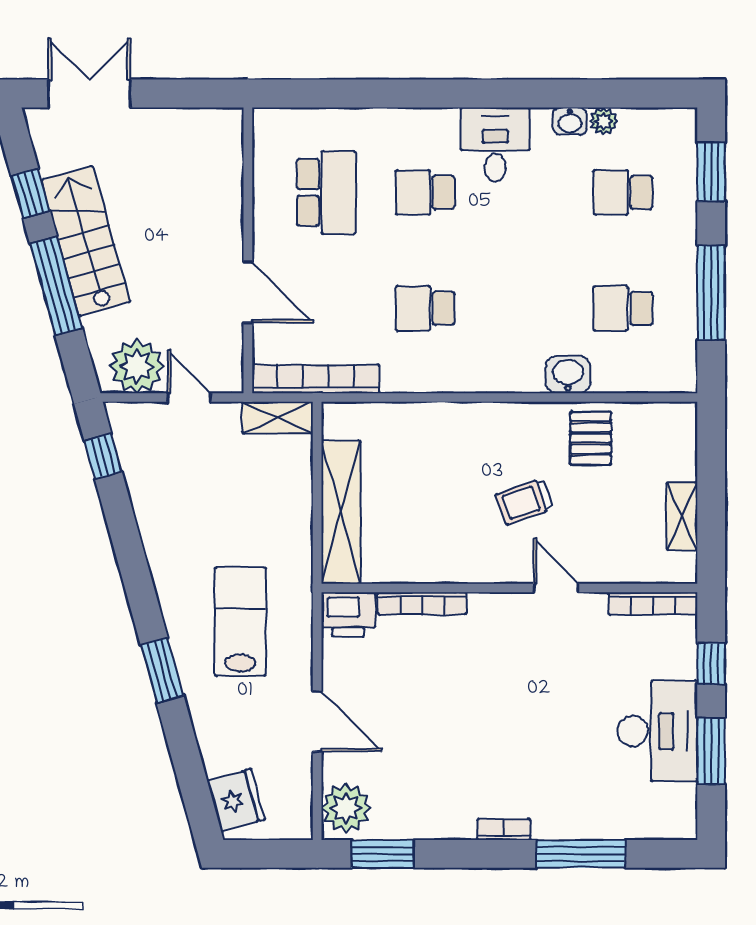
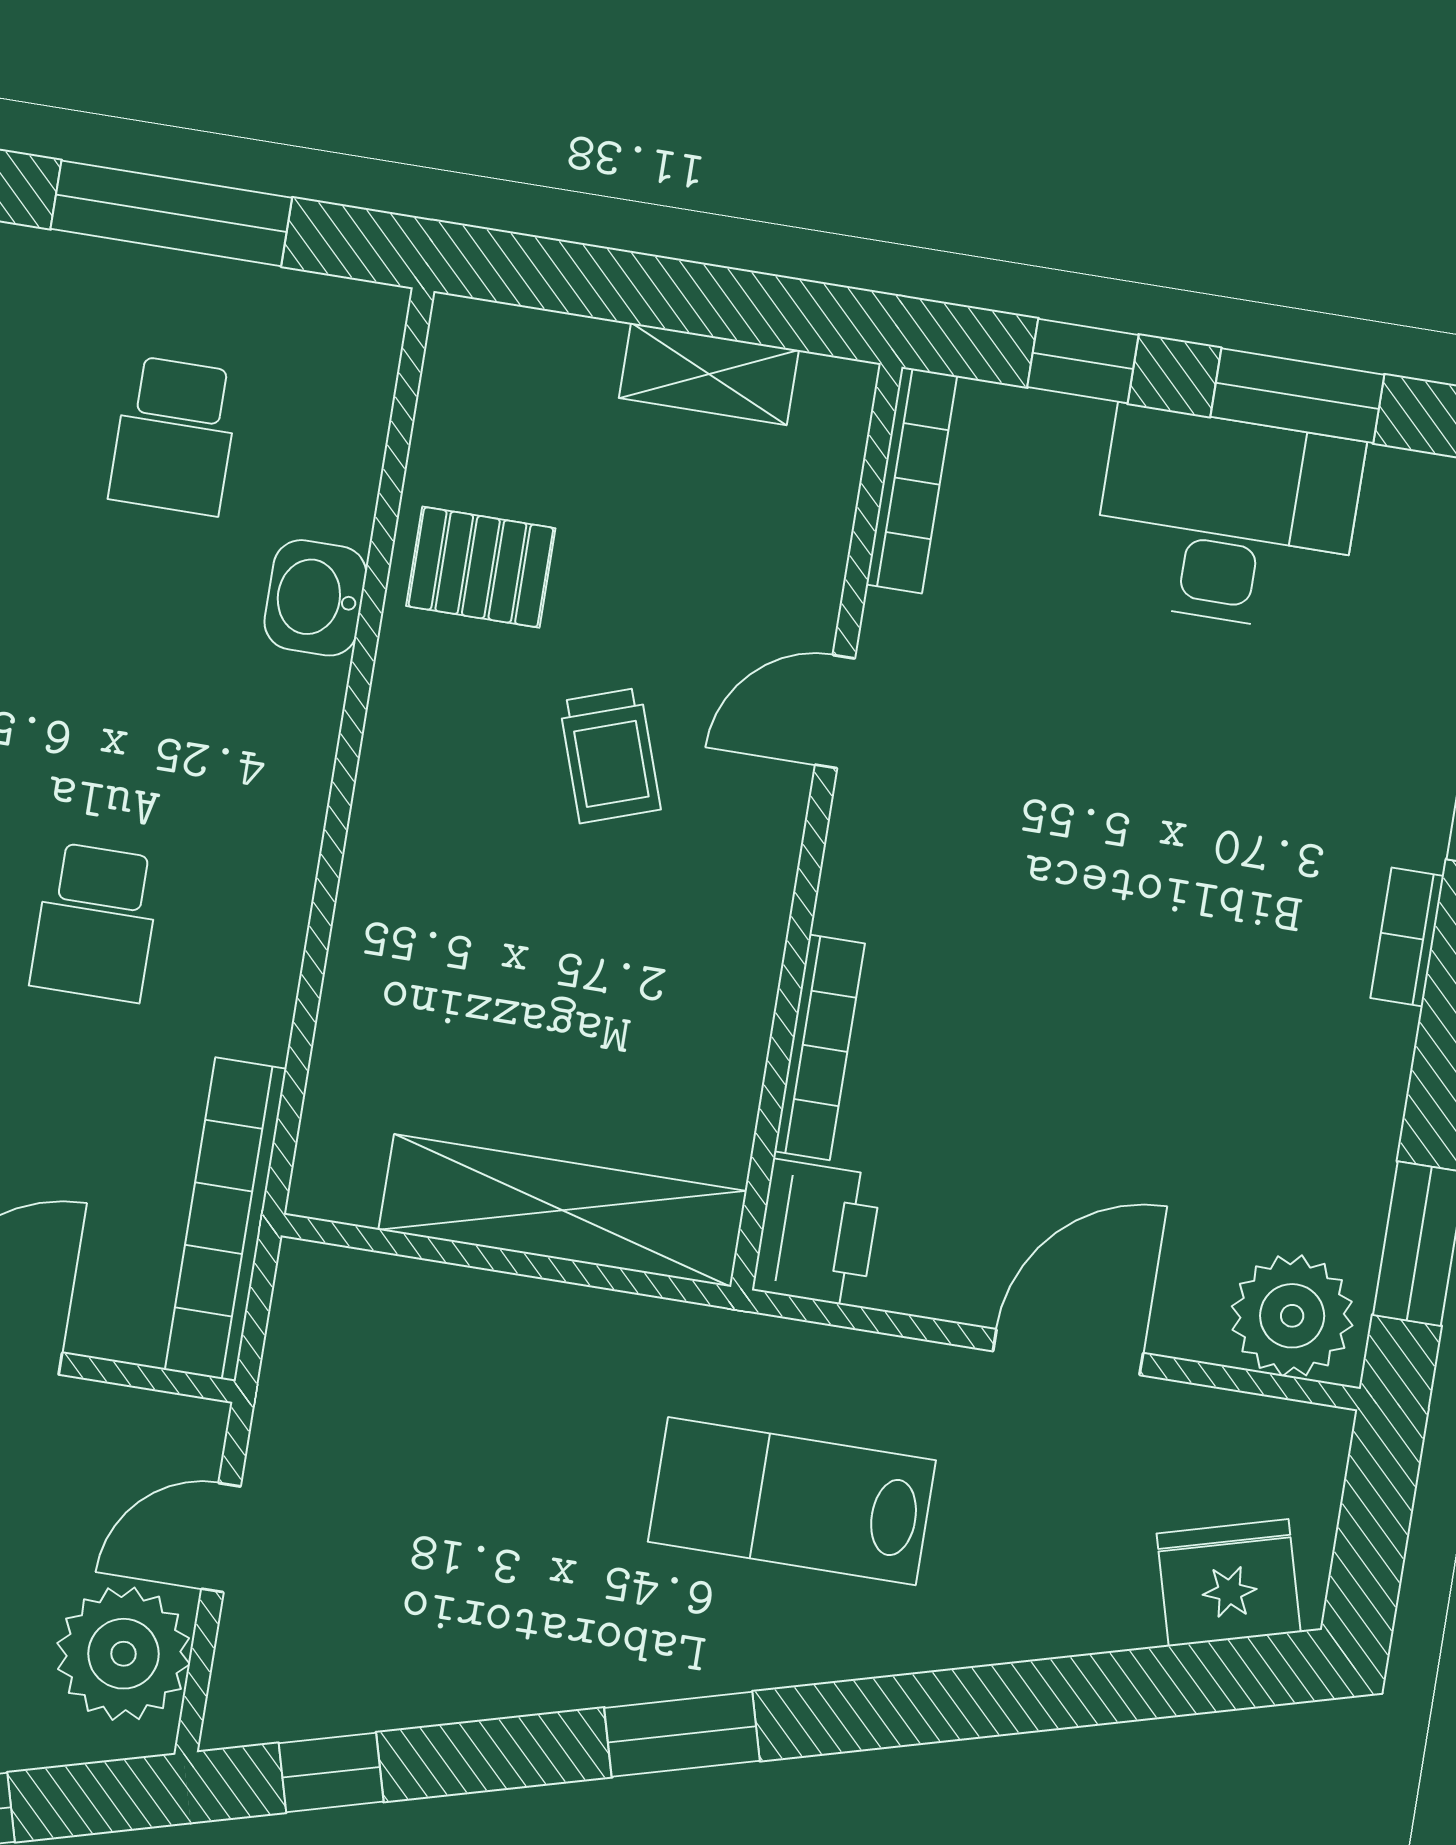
shelving: (278, 418) -> (305, 1328), removed
window: (162, 670) -> (682, 1734), moved

